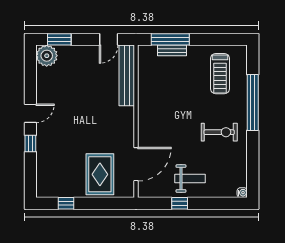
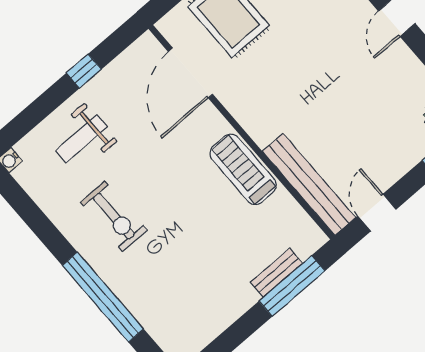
treadmill: (220, 74) -> (243, 169), moved
exercise bike: (219, 132) -> (114, 216), turned -90
weight bench: (190, 179) -> (81, 139), moved

